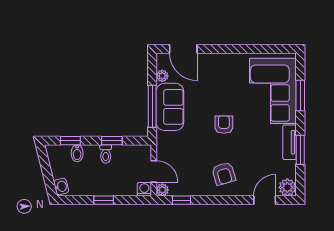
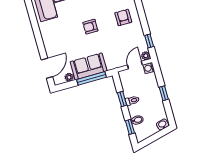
armchair: (224, 174) -> (123, 17), turned -74

